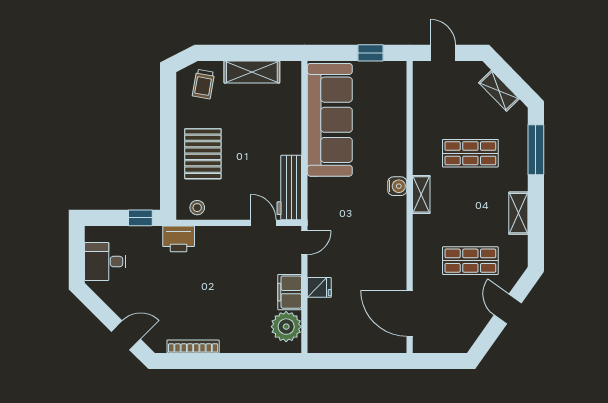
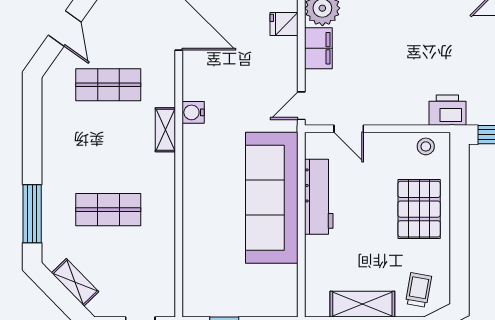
sofa: (330, 120) -> (272, 198), moved
water cooler: (397, 186) -> (193, 112), moved
workbench: (289, 187) -> (319, 197), moved
shelving: (421, 194) -> (165, 130), moved
shelving: (518, 213) -> (52, 140), removed
fridge: (319, 287) -> (284, 24), moved

